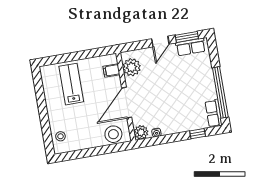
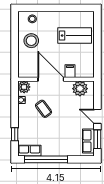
filing cabinet: (111, 71) -> (70, 71), moved
coffee table: (162, 105) -> (44, 109), added
stool: (113, 134) -> (31, 41), moved

